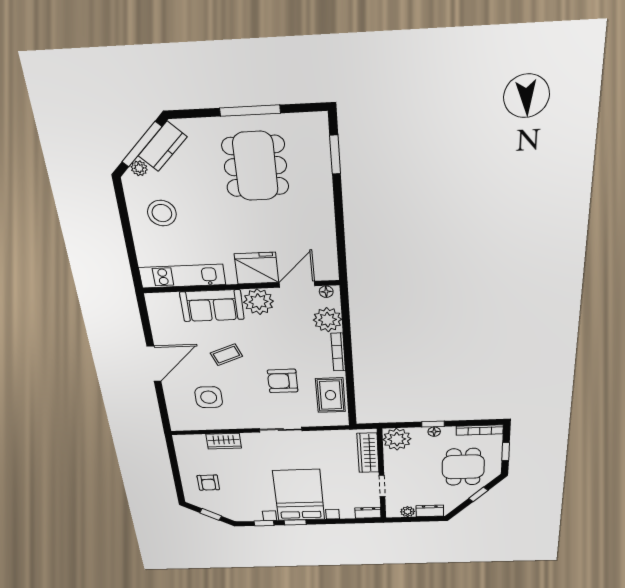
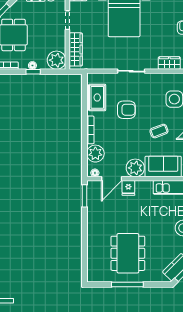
window: (335, 155) -> (84, 196), moved
fridge: (257, 268) -> (128, 188), width x0.53, depth x0.75

